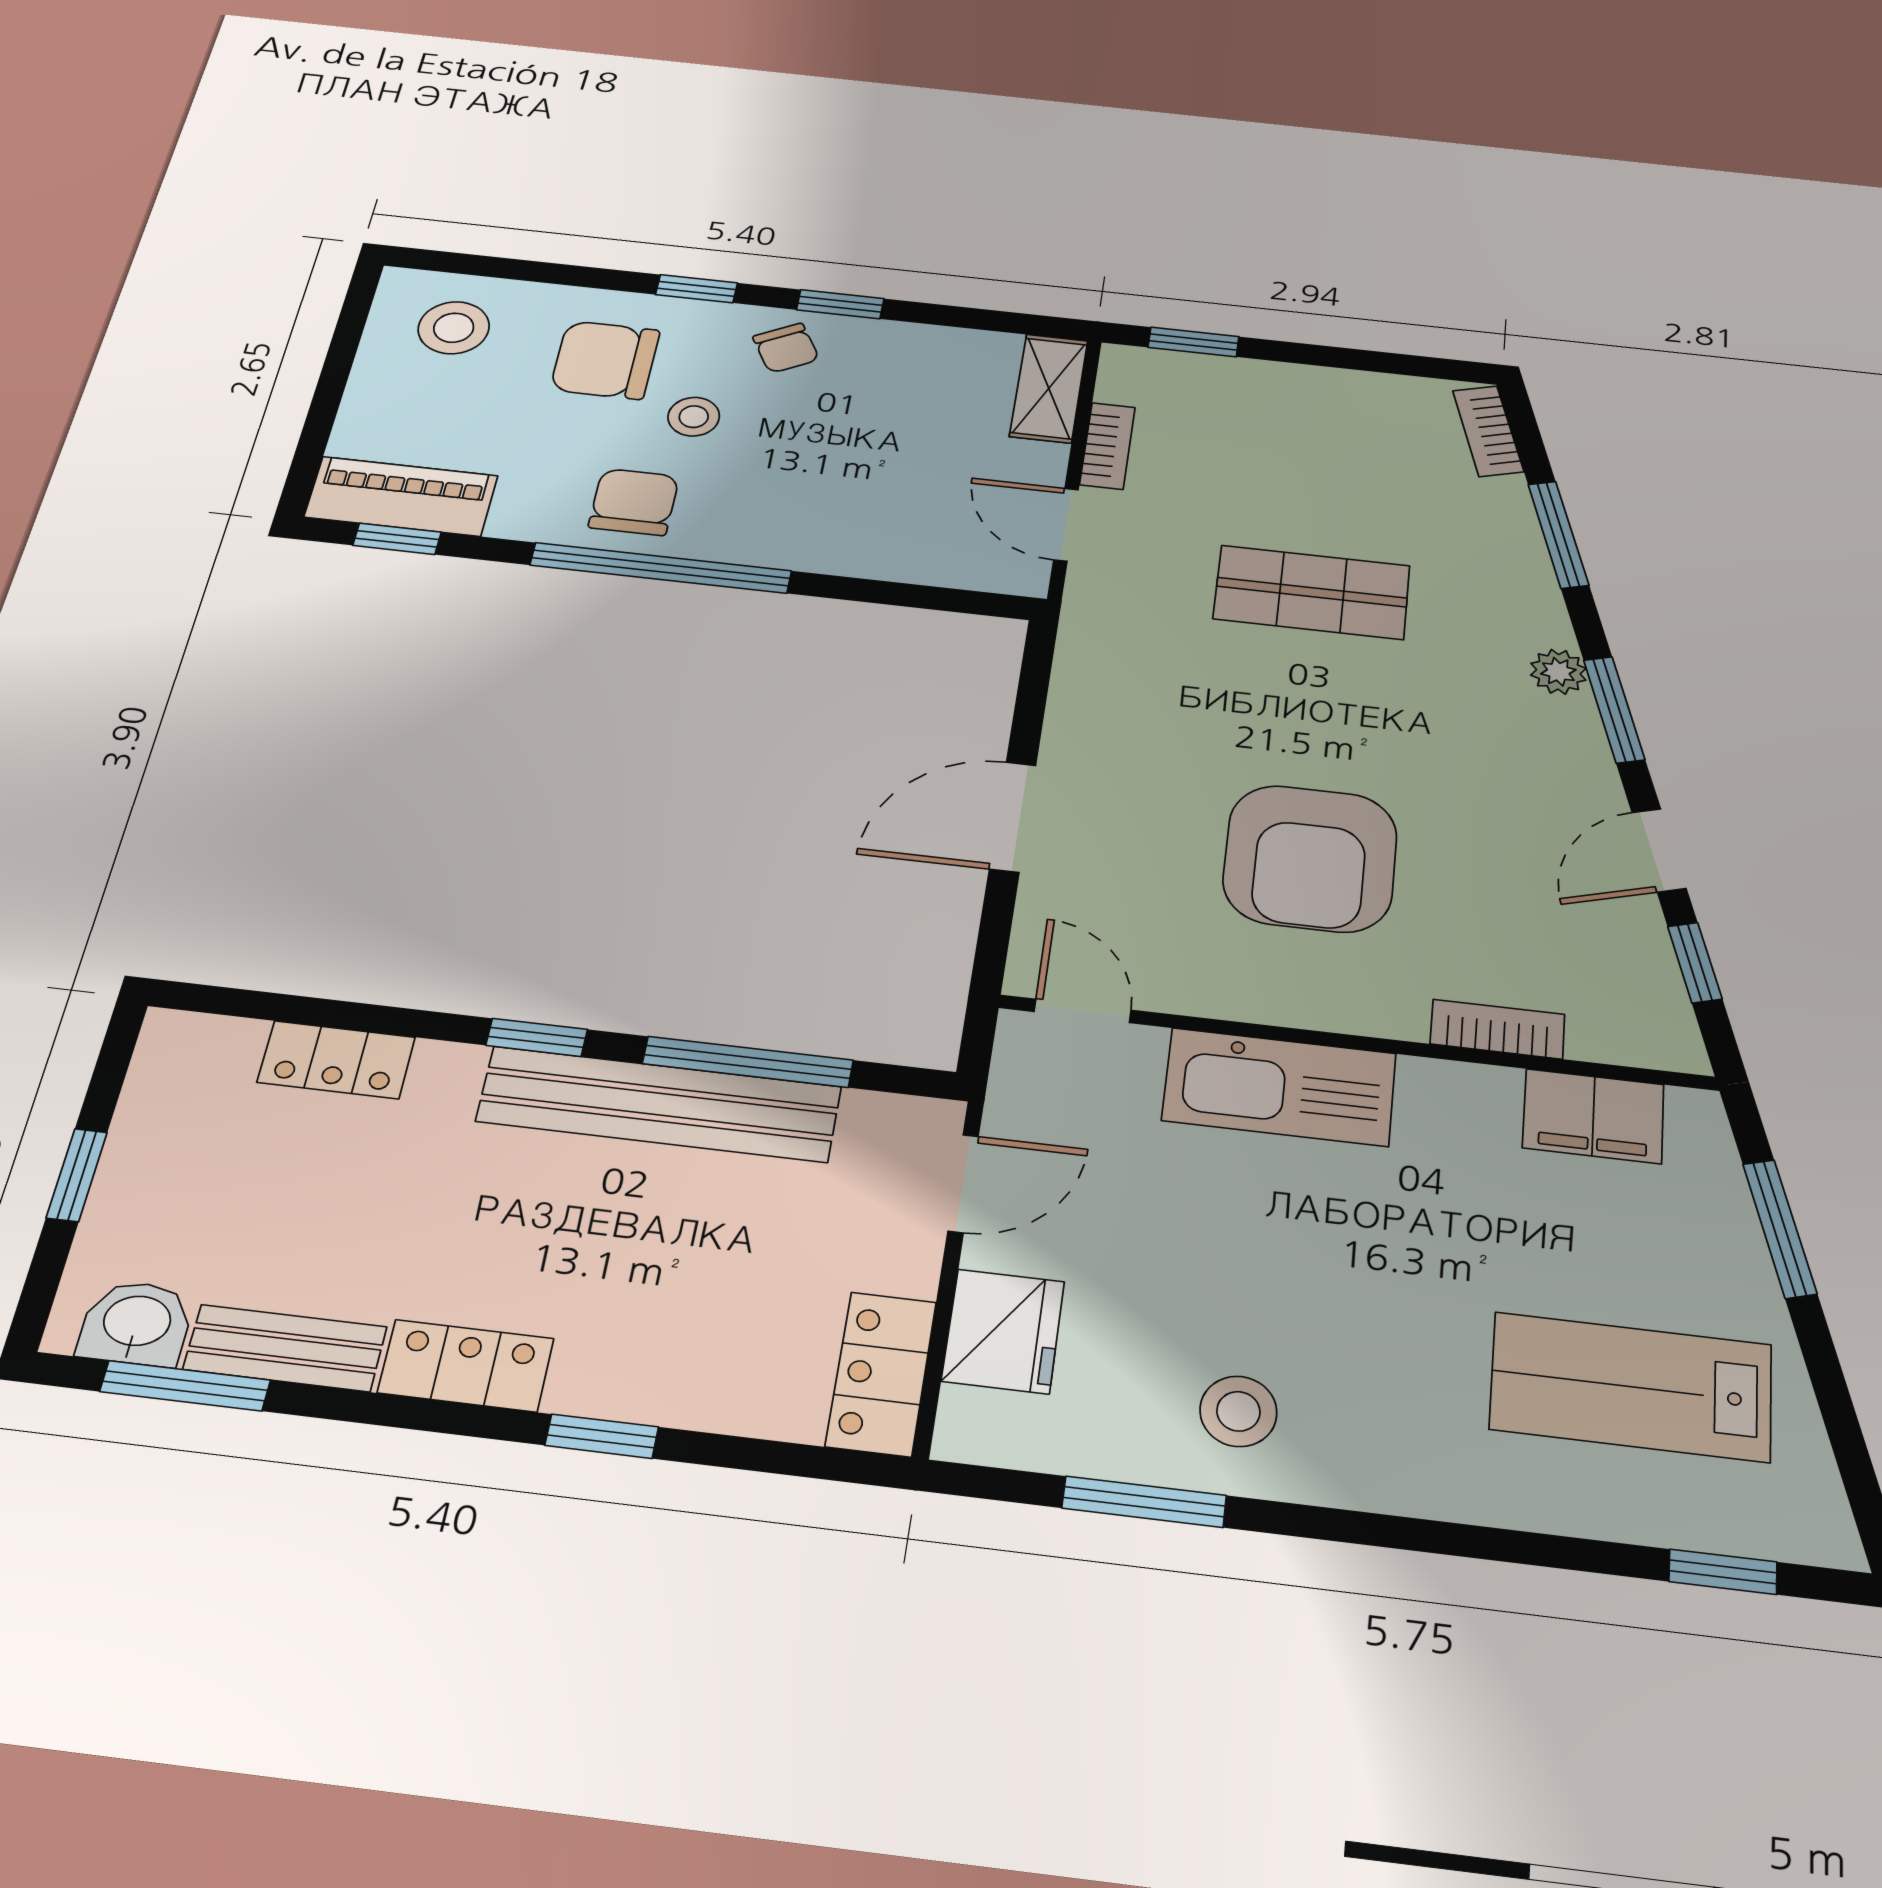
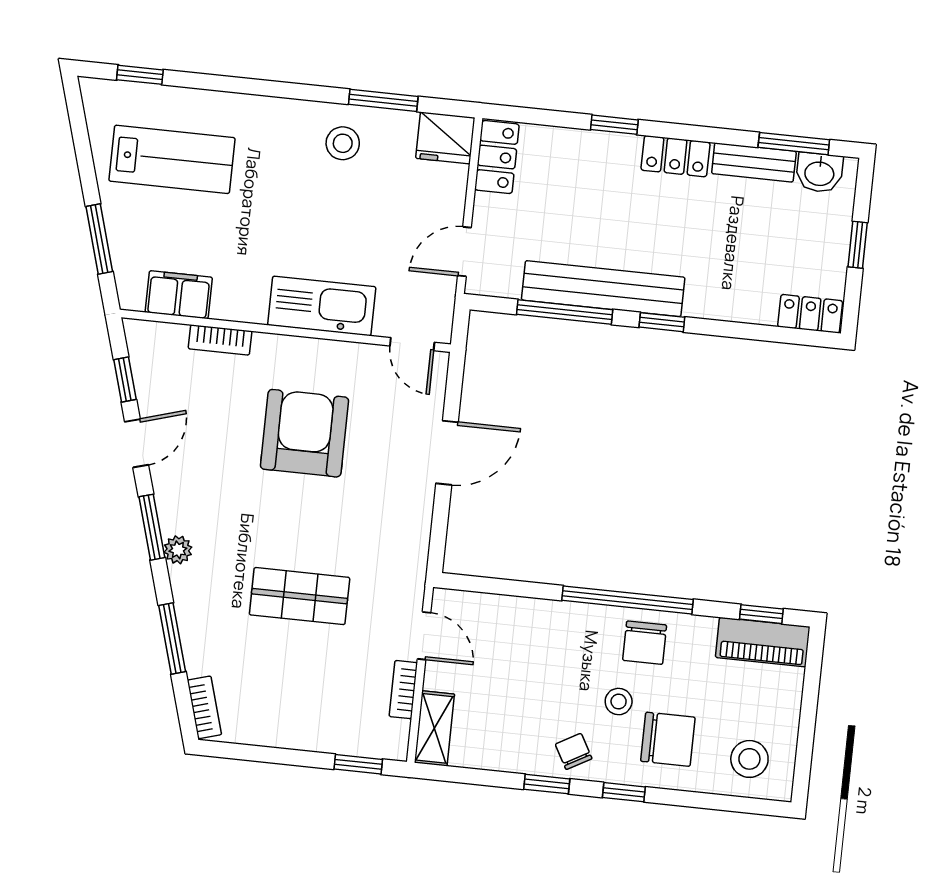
locker: (336, 1060) -> (810, 314), moved
fridge: (1003, 1331) -> (445, 138), moved, turned -90

